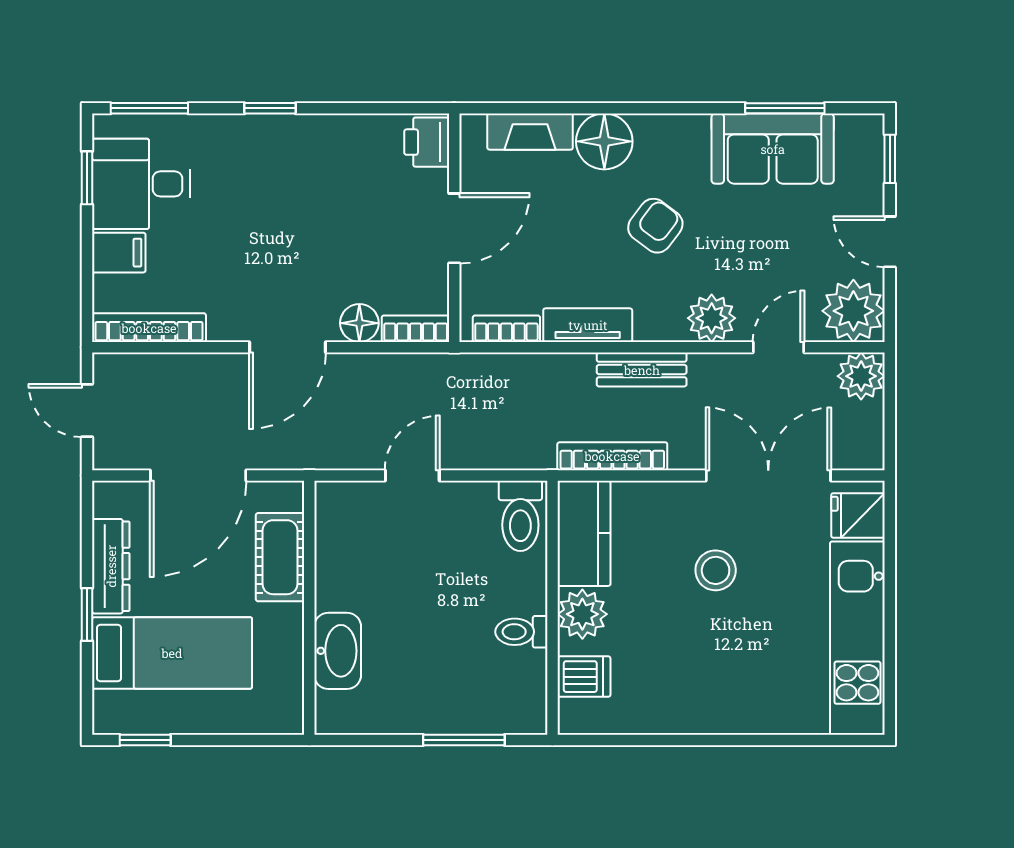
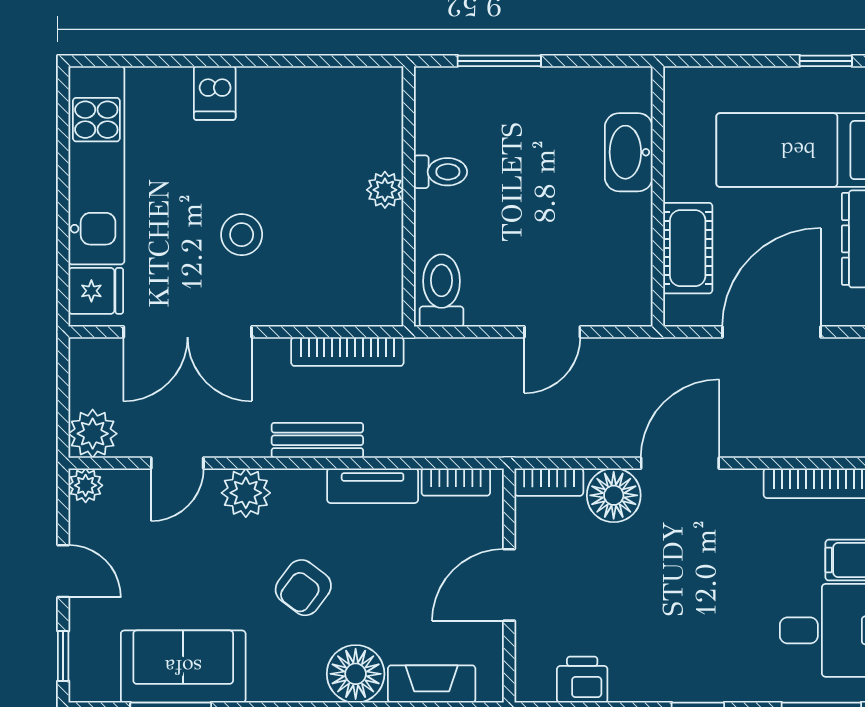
printer: (427, 142) -> (582, 680), moved, turned -90
plant: (853, 311) -> (86, 485), width x0.53, depth x0.53
floor lamp: (359, 323) -> (614, 495), width x1.38, depth x1.38
kitchen counter: (584, 533) -> (376, 273), removed
plant: (582, 614) -> (385, 190), width x0.73, depth x0.73
dishwasher: (584, 677) -> (215, 93), moved, turned -90

